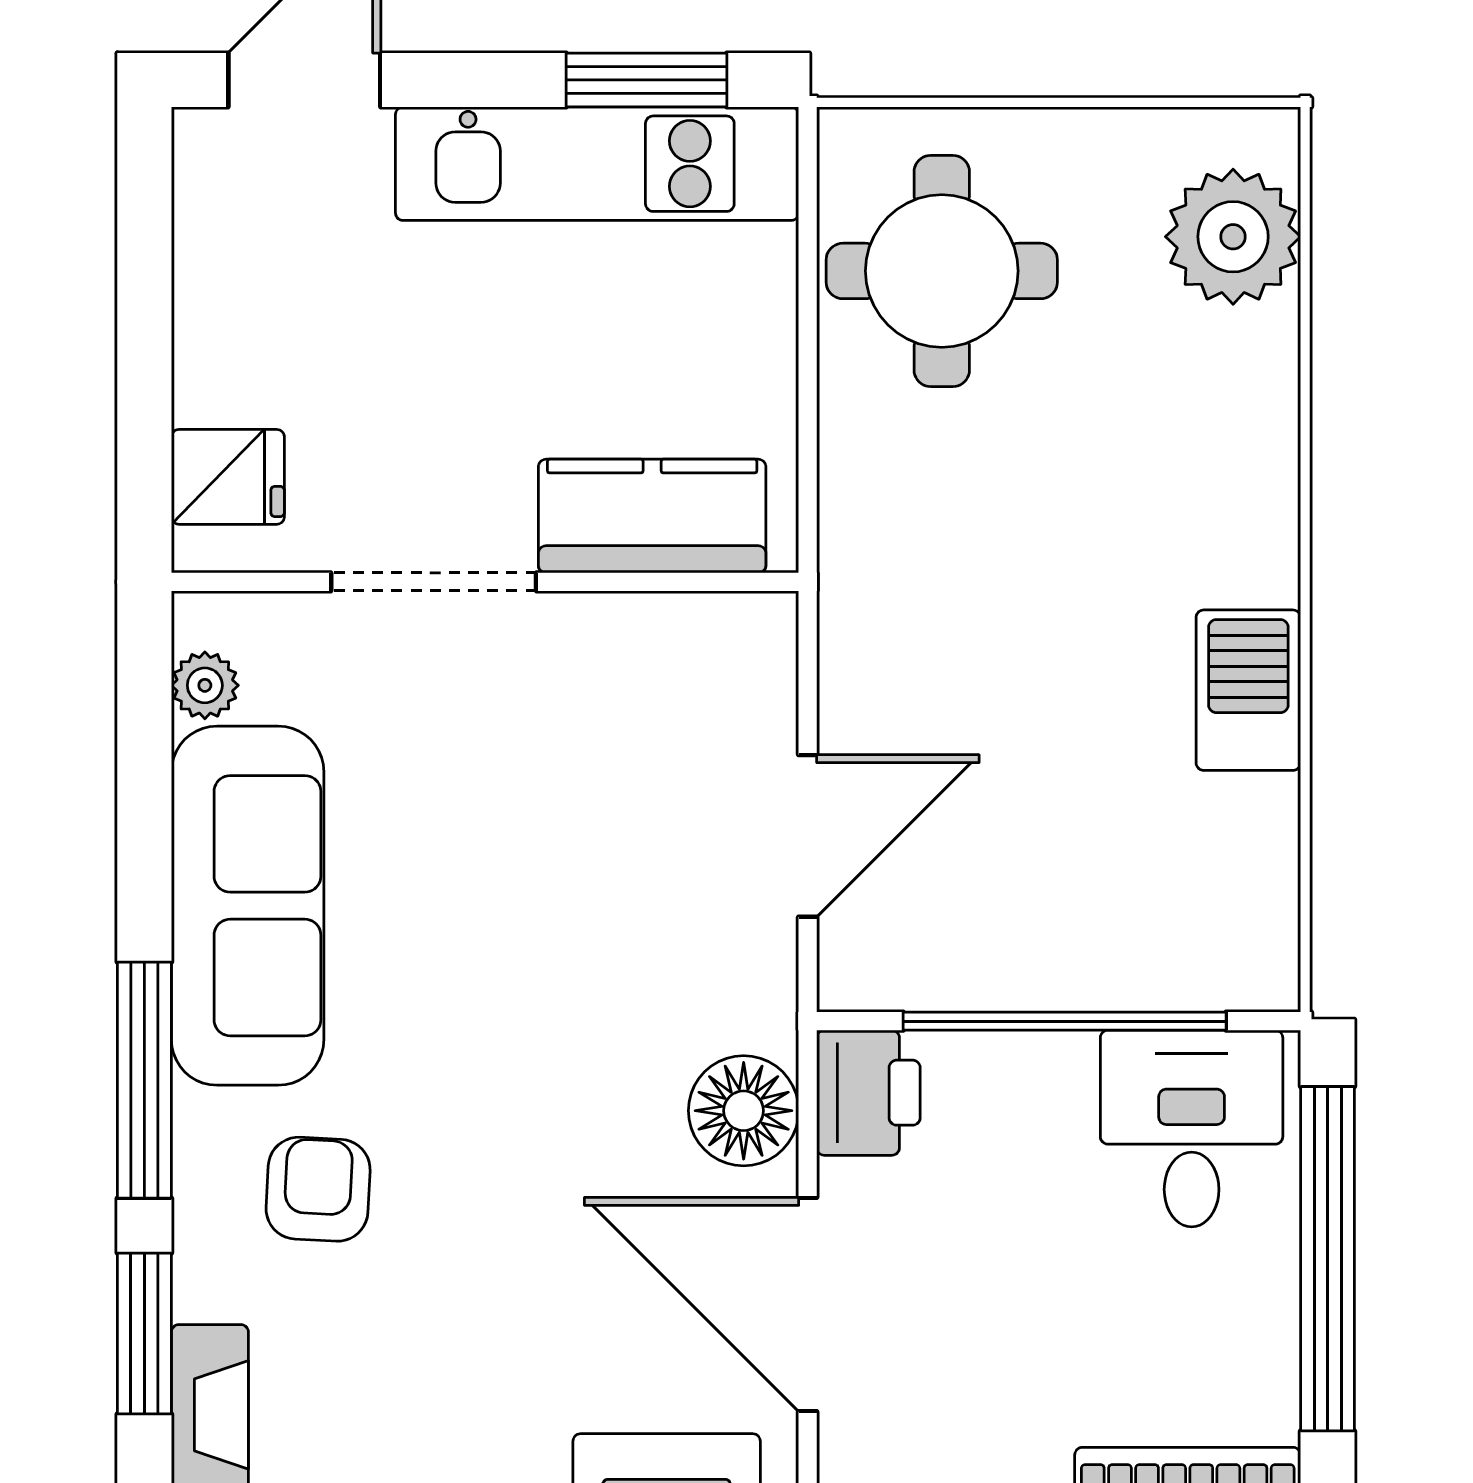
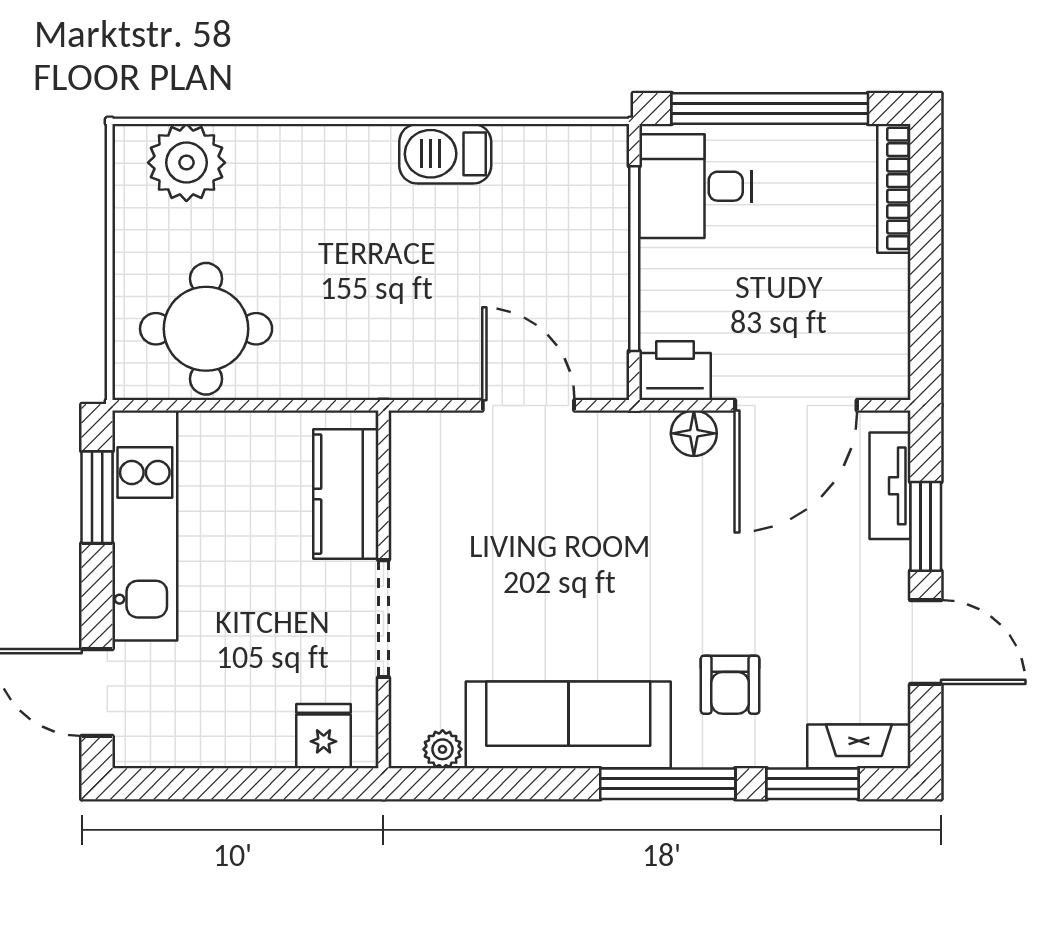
floor lamp: (744, 1111) -> (694, 433), width x0.73, depth x0.73
armchair: (318, 1189) -> (730, 685), turned -93

